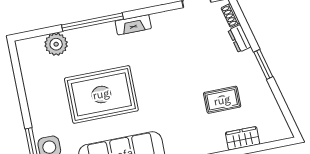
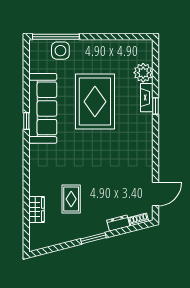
window: (93, 22) -> (155, 106), width x0.32
fireplace: (133, 25) -> (147, 98), moved

